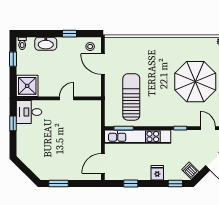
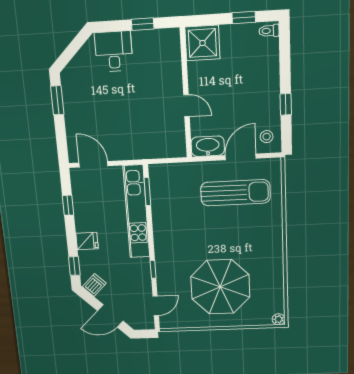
washbasin: (46, 44) -> (208, 146), moved, turned 90
sun lounger: (131, 97) -> (235, 193), moved
desk: (29, 112) -> (114, 51), moved

